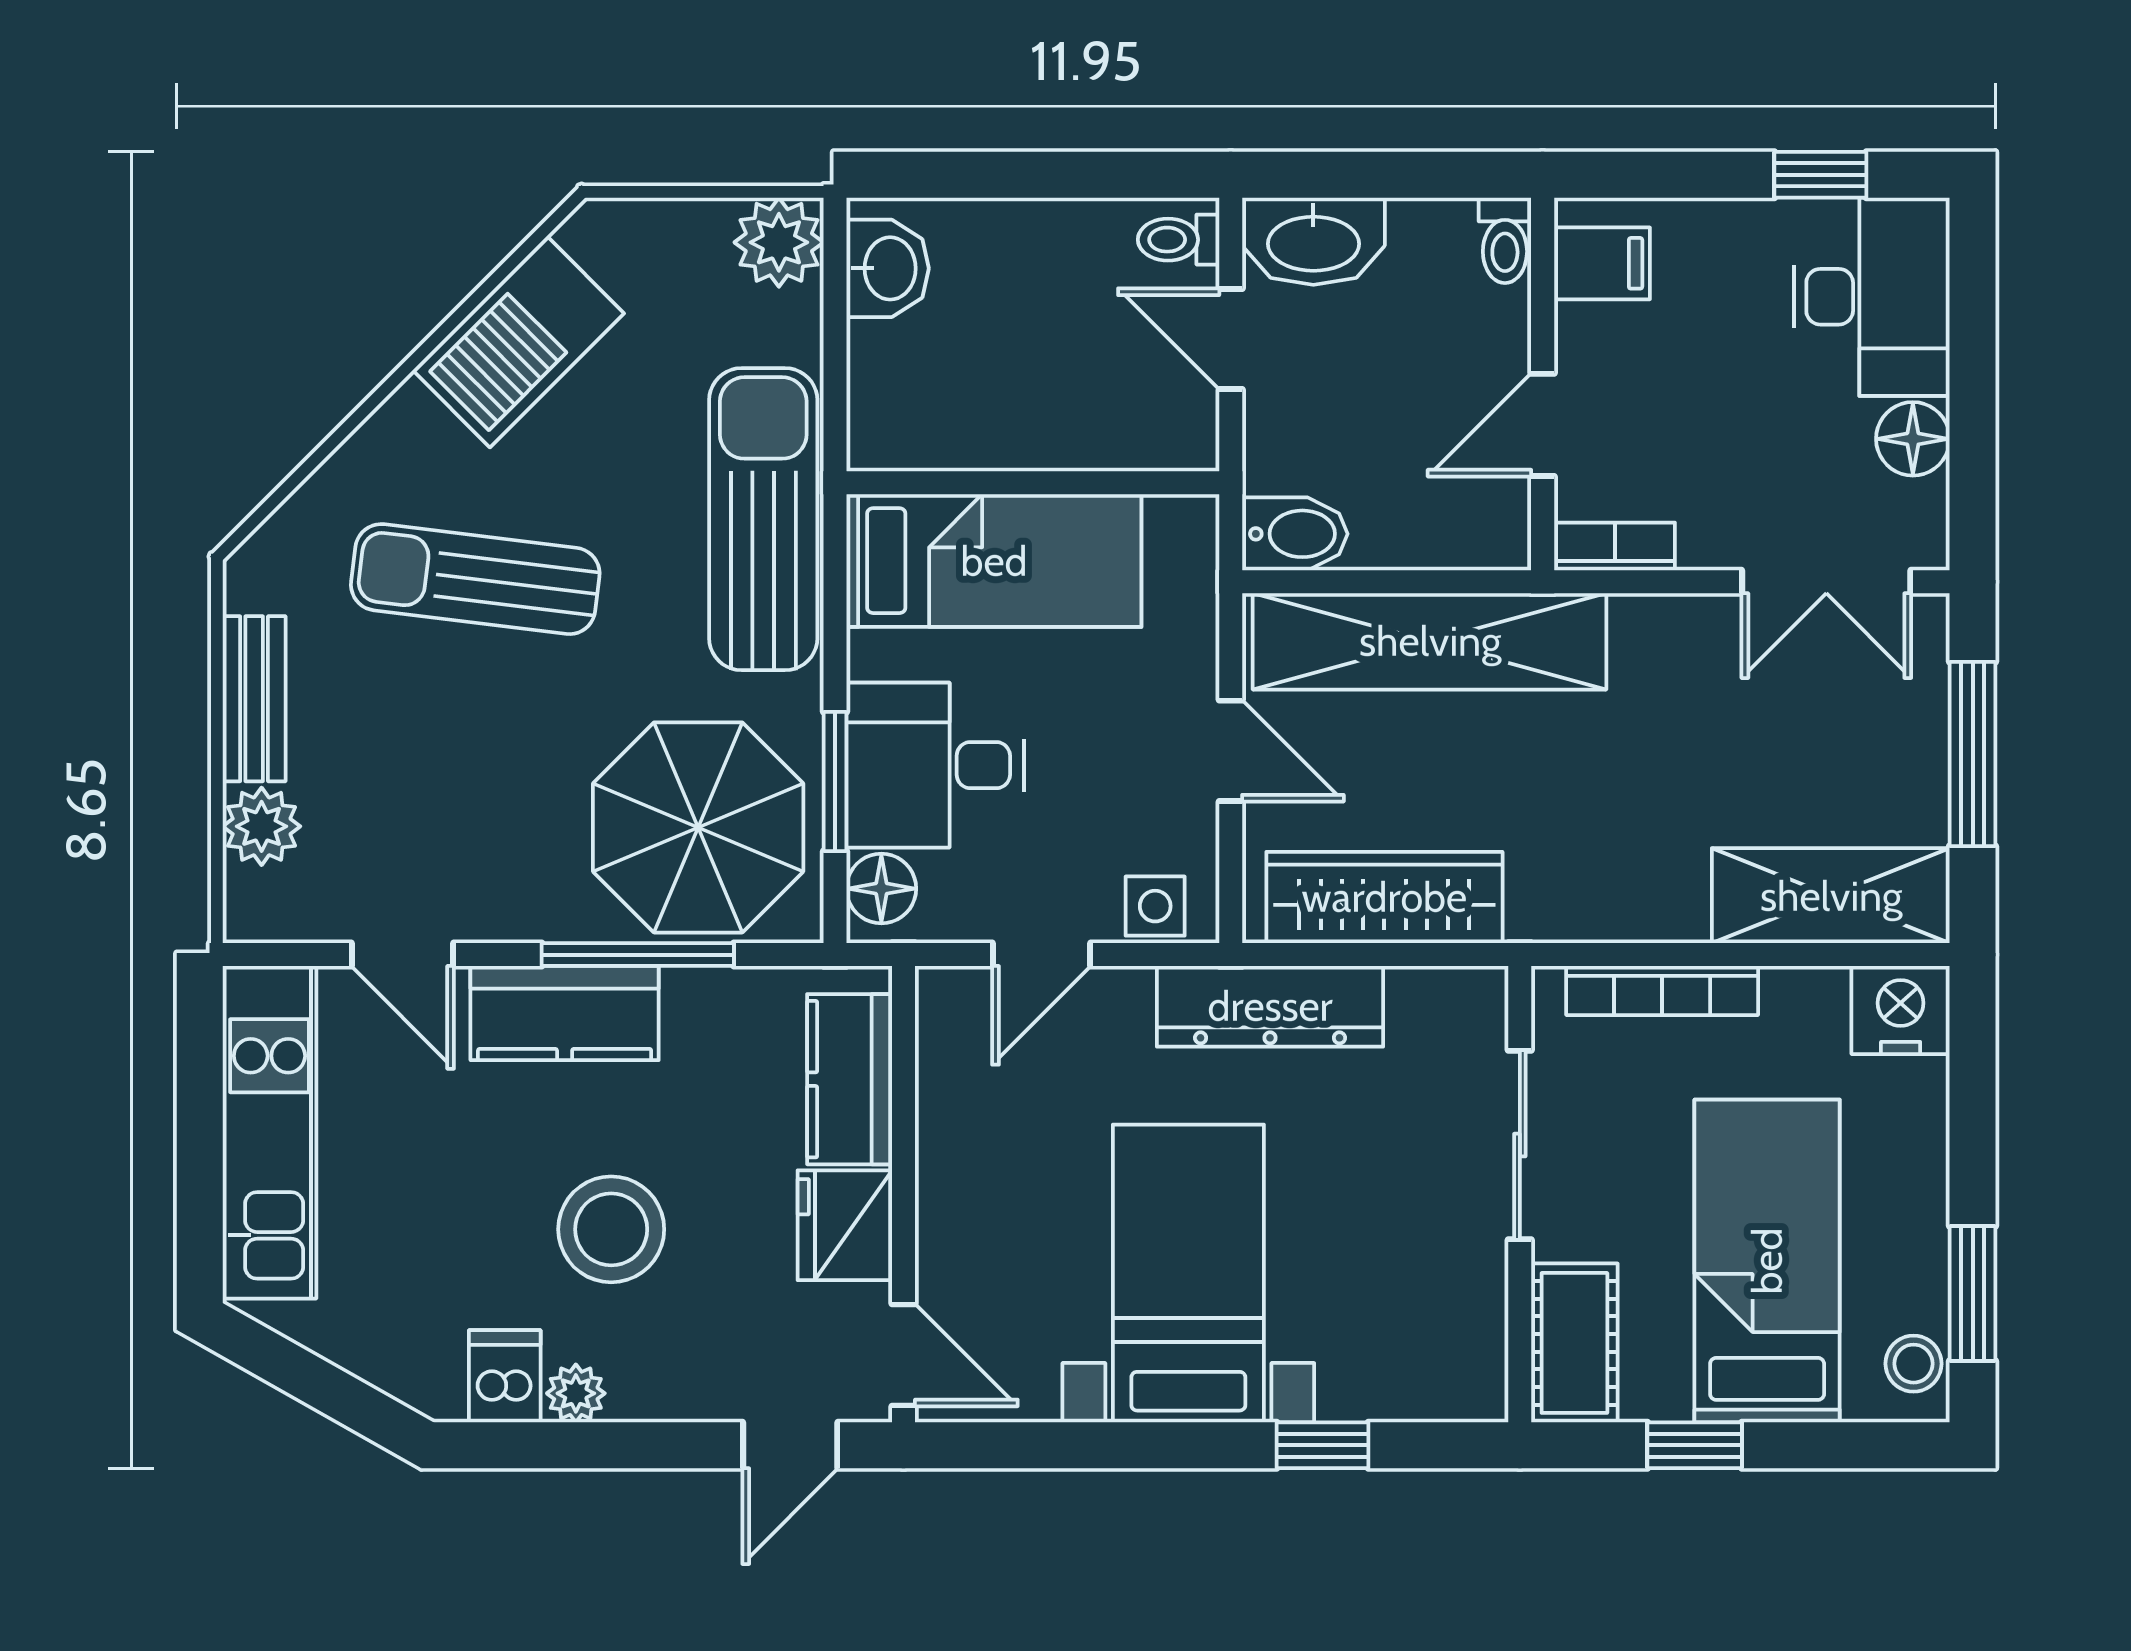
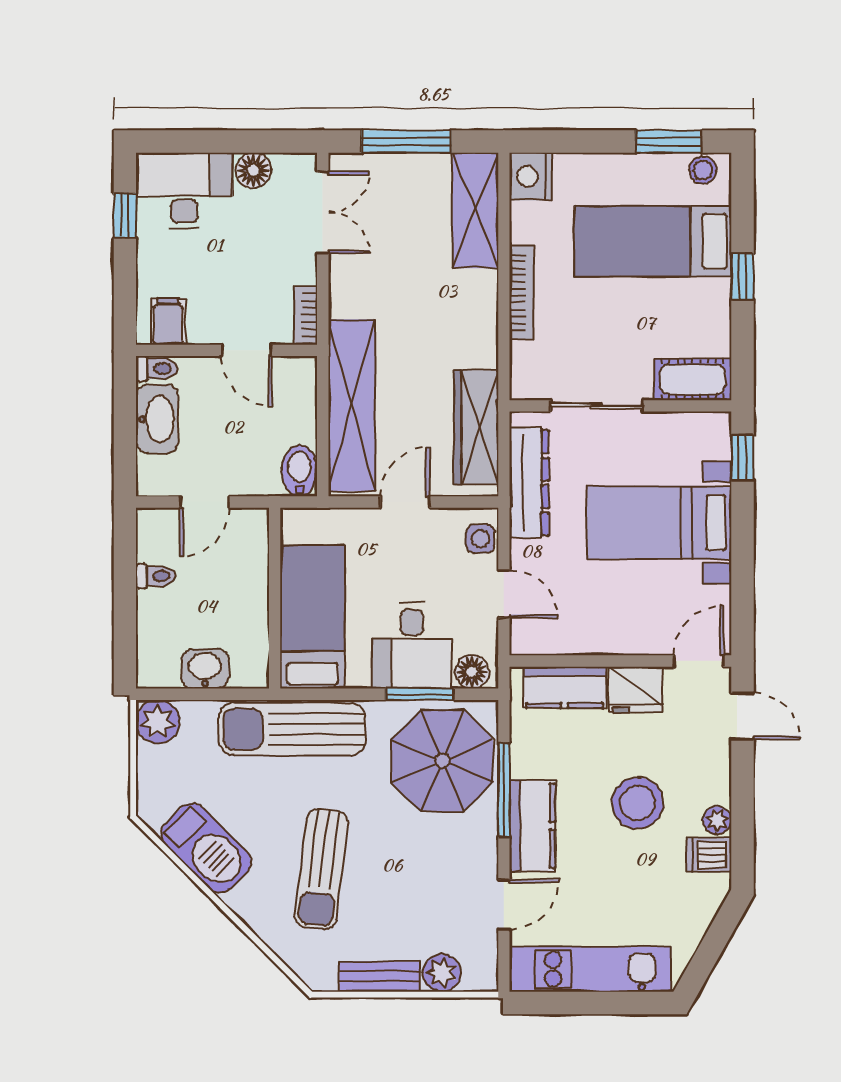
toilet: (1179, 240) -> (156, 576), moved, turned -90
washbasin: (1313, 241) -> (157, 419), moved
washbasin: (888, 268) -> (205, 669), moved
sliding door: (1520, 1145) -> (596, 406), moved
wall: (1520, 1194) -> (620, 406), moved
cot: (1574, 1343) -> (693, 379), moved

